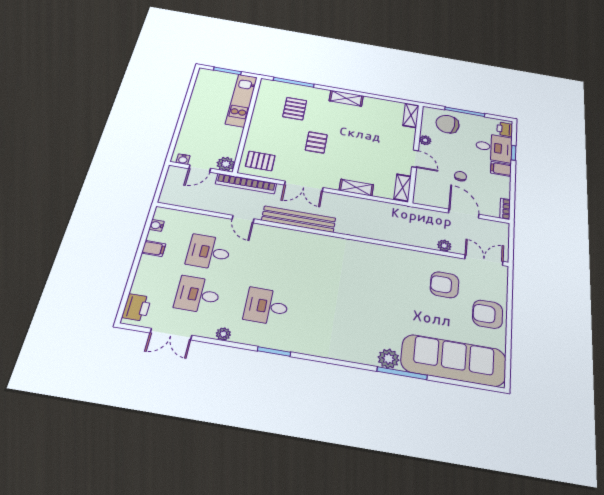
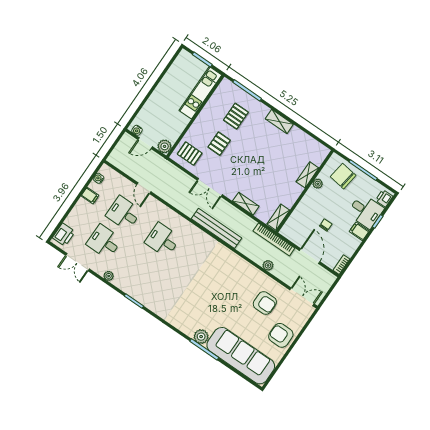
shelving: (411, 115) -> (307, 175), moved
pallet: (316, 142) -> (219, 144), moved
door: (415, 159) -> (301, 197), removed
bookcase: (246, 184) -> (274, 239), moved
door: (243, 219) -> (144, 188), moved
bench: (299, 219) -> (217, 228), moved
plant: (444, 246) -> (268, 265), moved
armchair: (445, 285) -> (265, 303), turned 180
desk: (266, 306) -> (163, 240), moved

